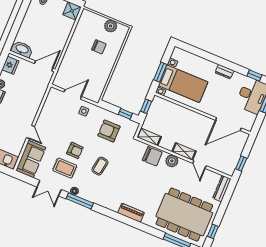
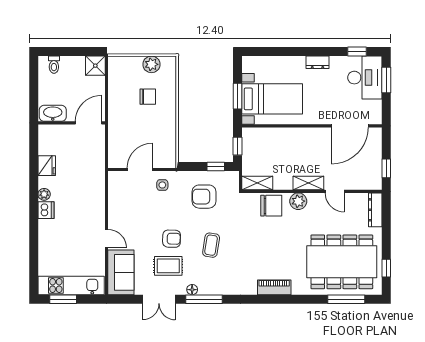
washbasin: (22, 49) -> (53, 113), moved
wall: (32, 61) -> (72, 123), moved
door: (44, 66) -> (88, 123), moved

